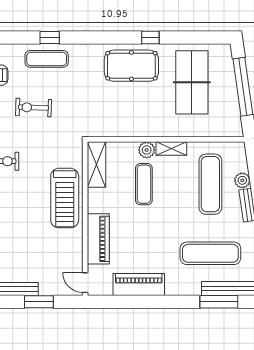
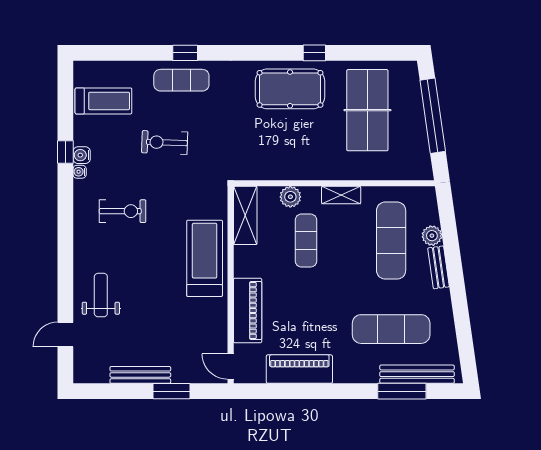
plant: (147, 150) -> (290, 197), moved
treadmill: (65, 198) -> (205, 258), turned 180

